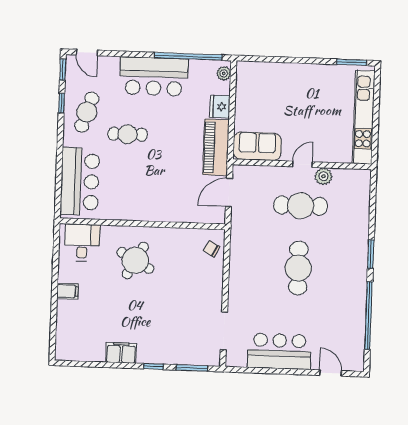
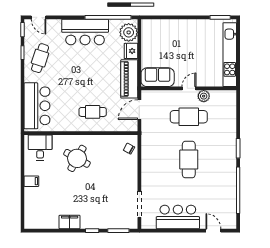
plant: (224, 73) -> (129, 32), width x1.87, depth x1.87
cafe table: (128, 134) -> (93, 112), moved

